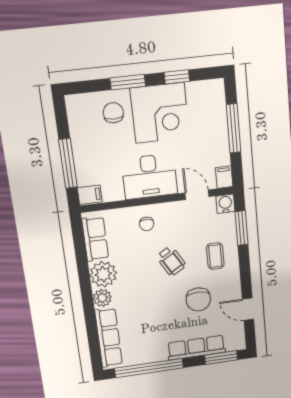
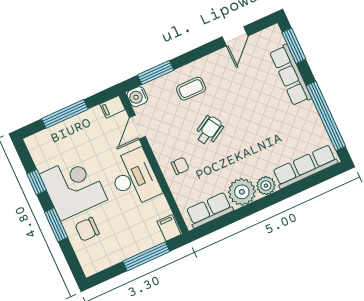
chair: (198, 299) -> (240, 90), removed

